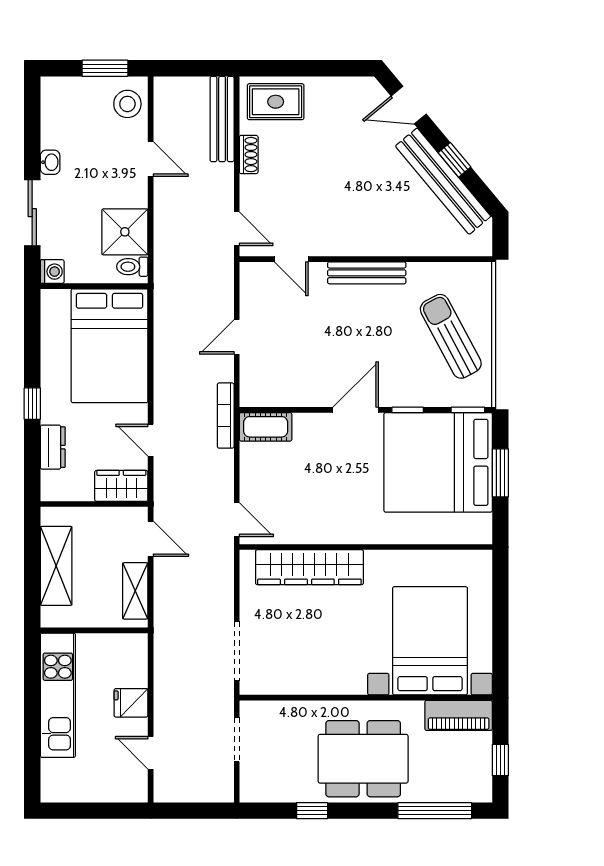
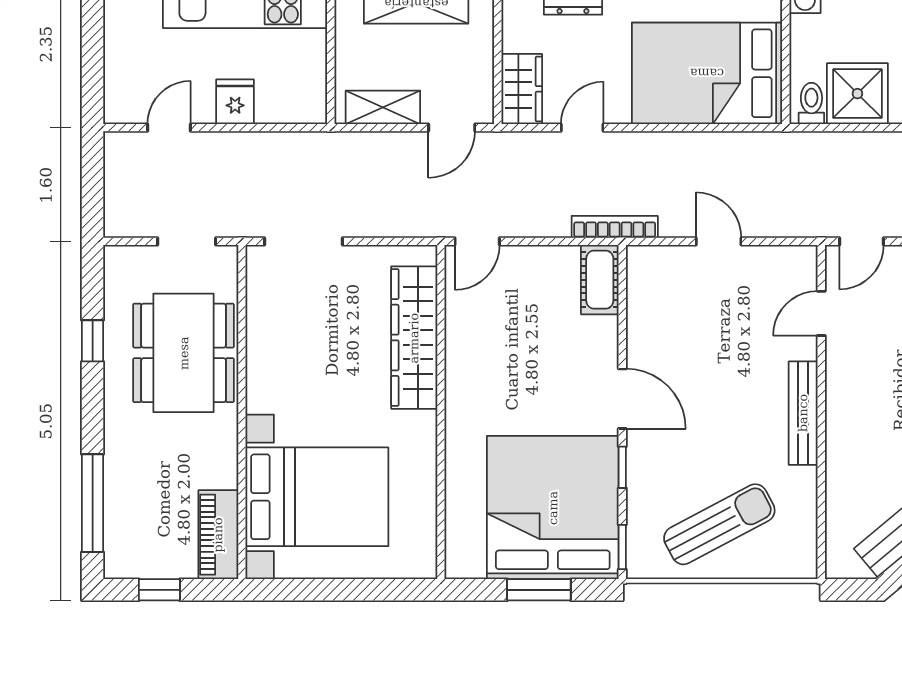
dining table: (363, 759) -> (184, 353), moved

